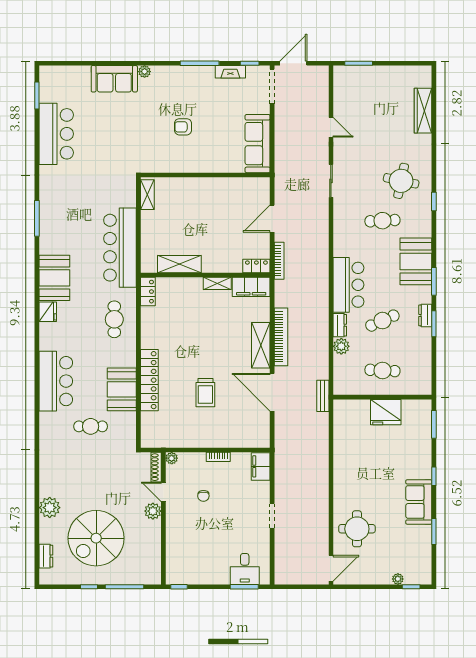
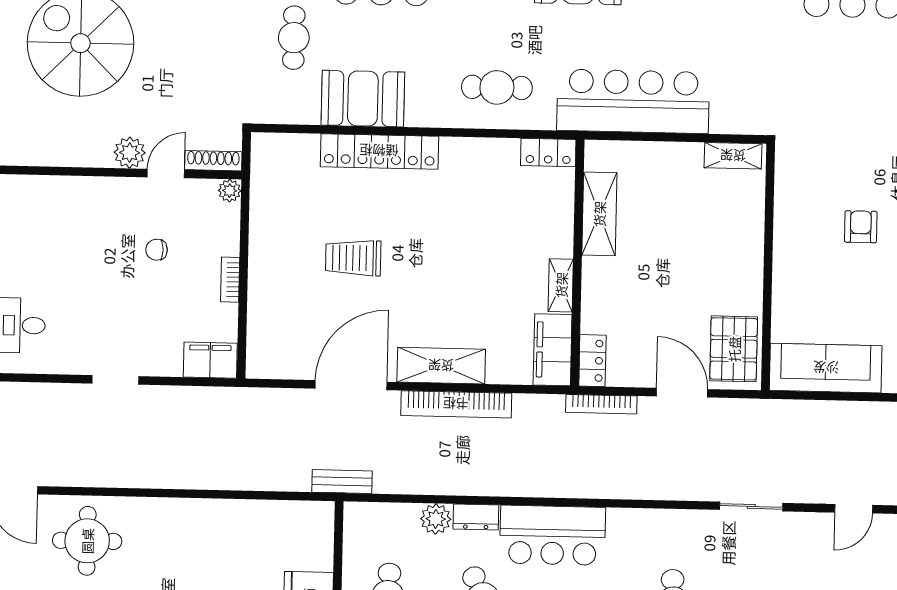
pallet: (249, 192) -> (734, 349), added

